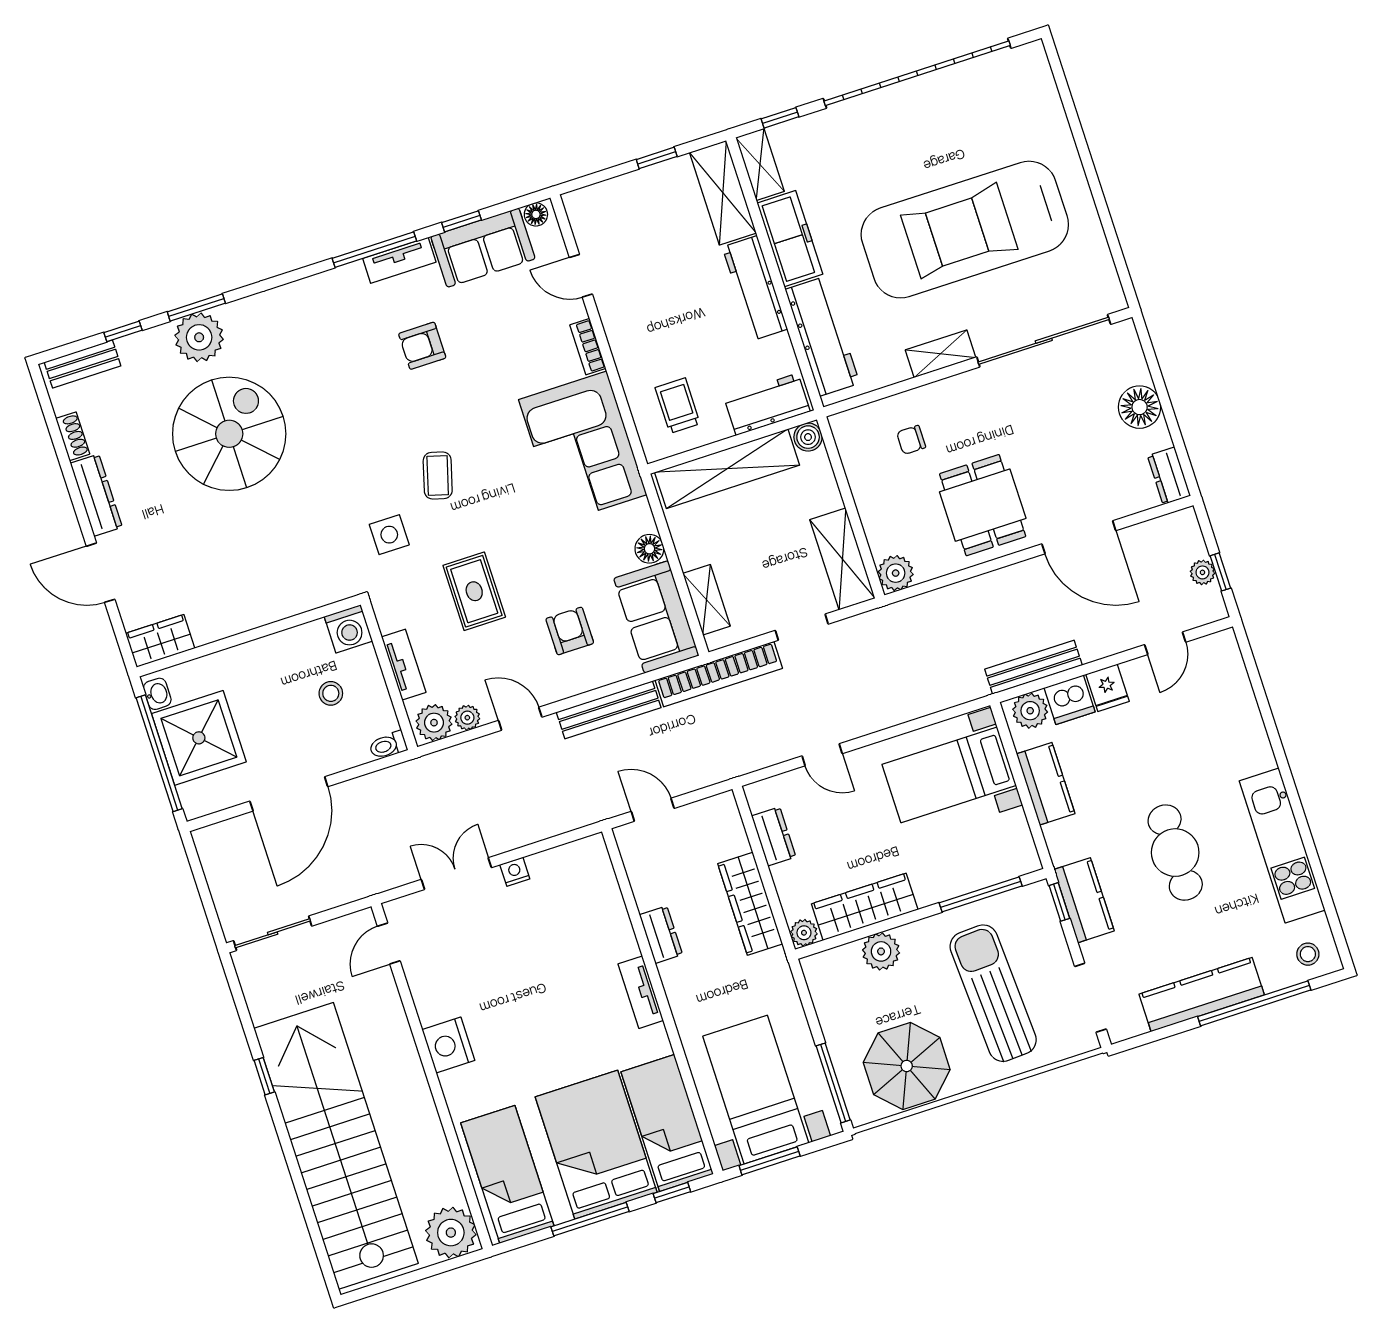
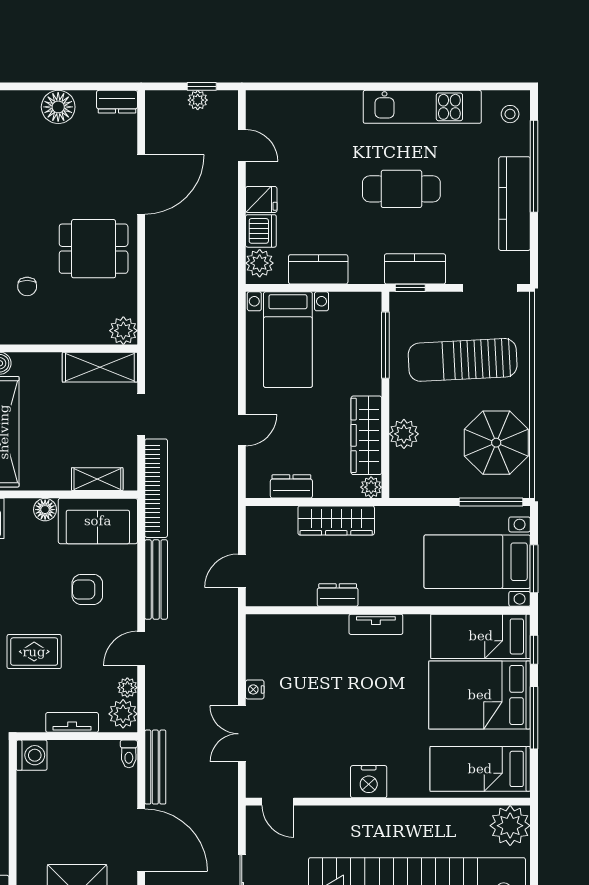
bench: (1033, 667) -> (155, 767), moved
stool: (331, 693) -> (76, 784), removed

